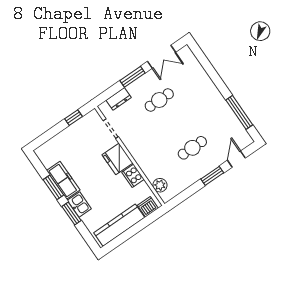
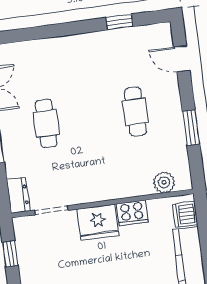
dresser: (119, 99) -> (18, 195), moved
window: (239, 112) -> (120, 22), width x0.46
window: (212, 176) -> (191, 128), moved

